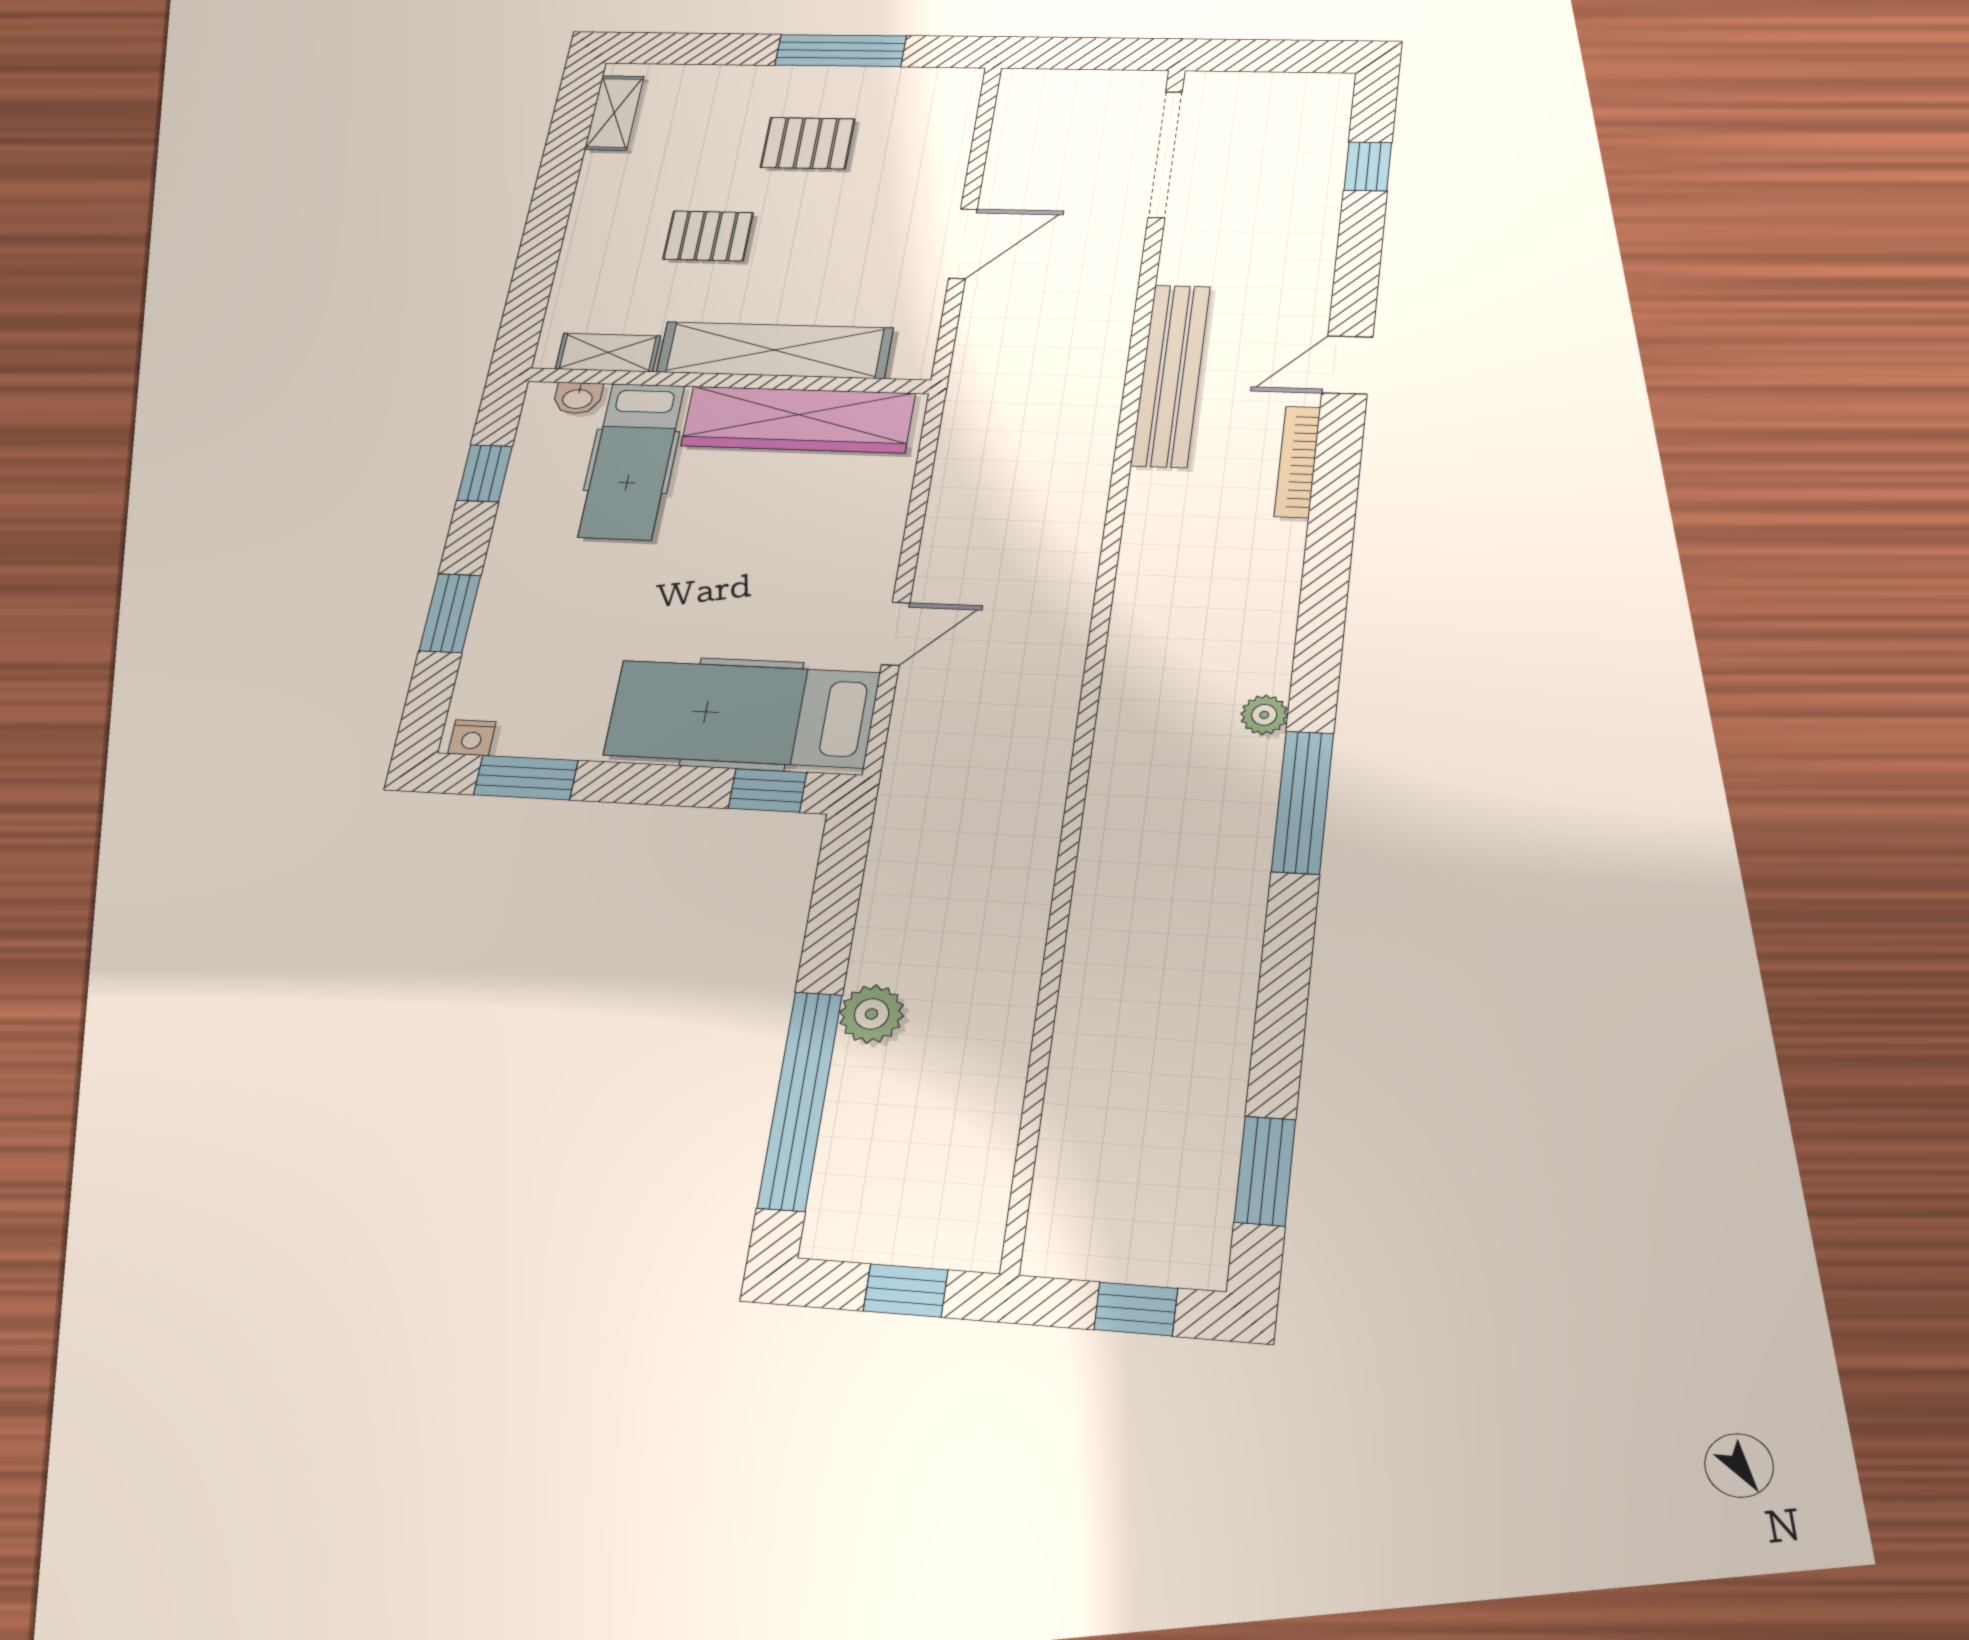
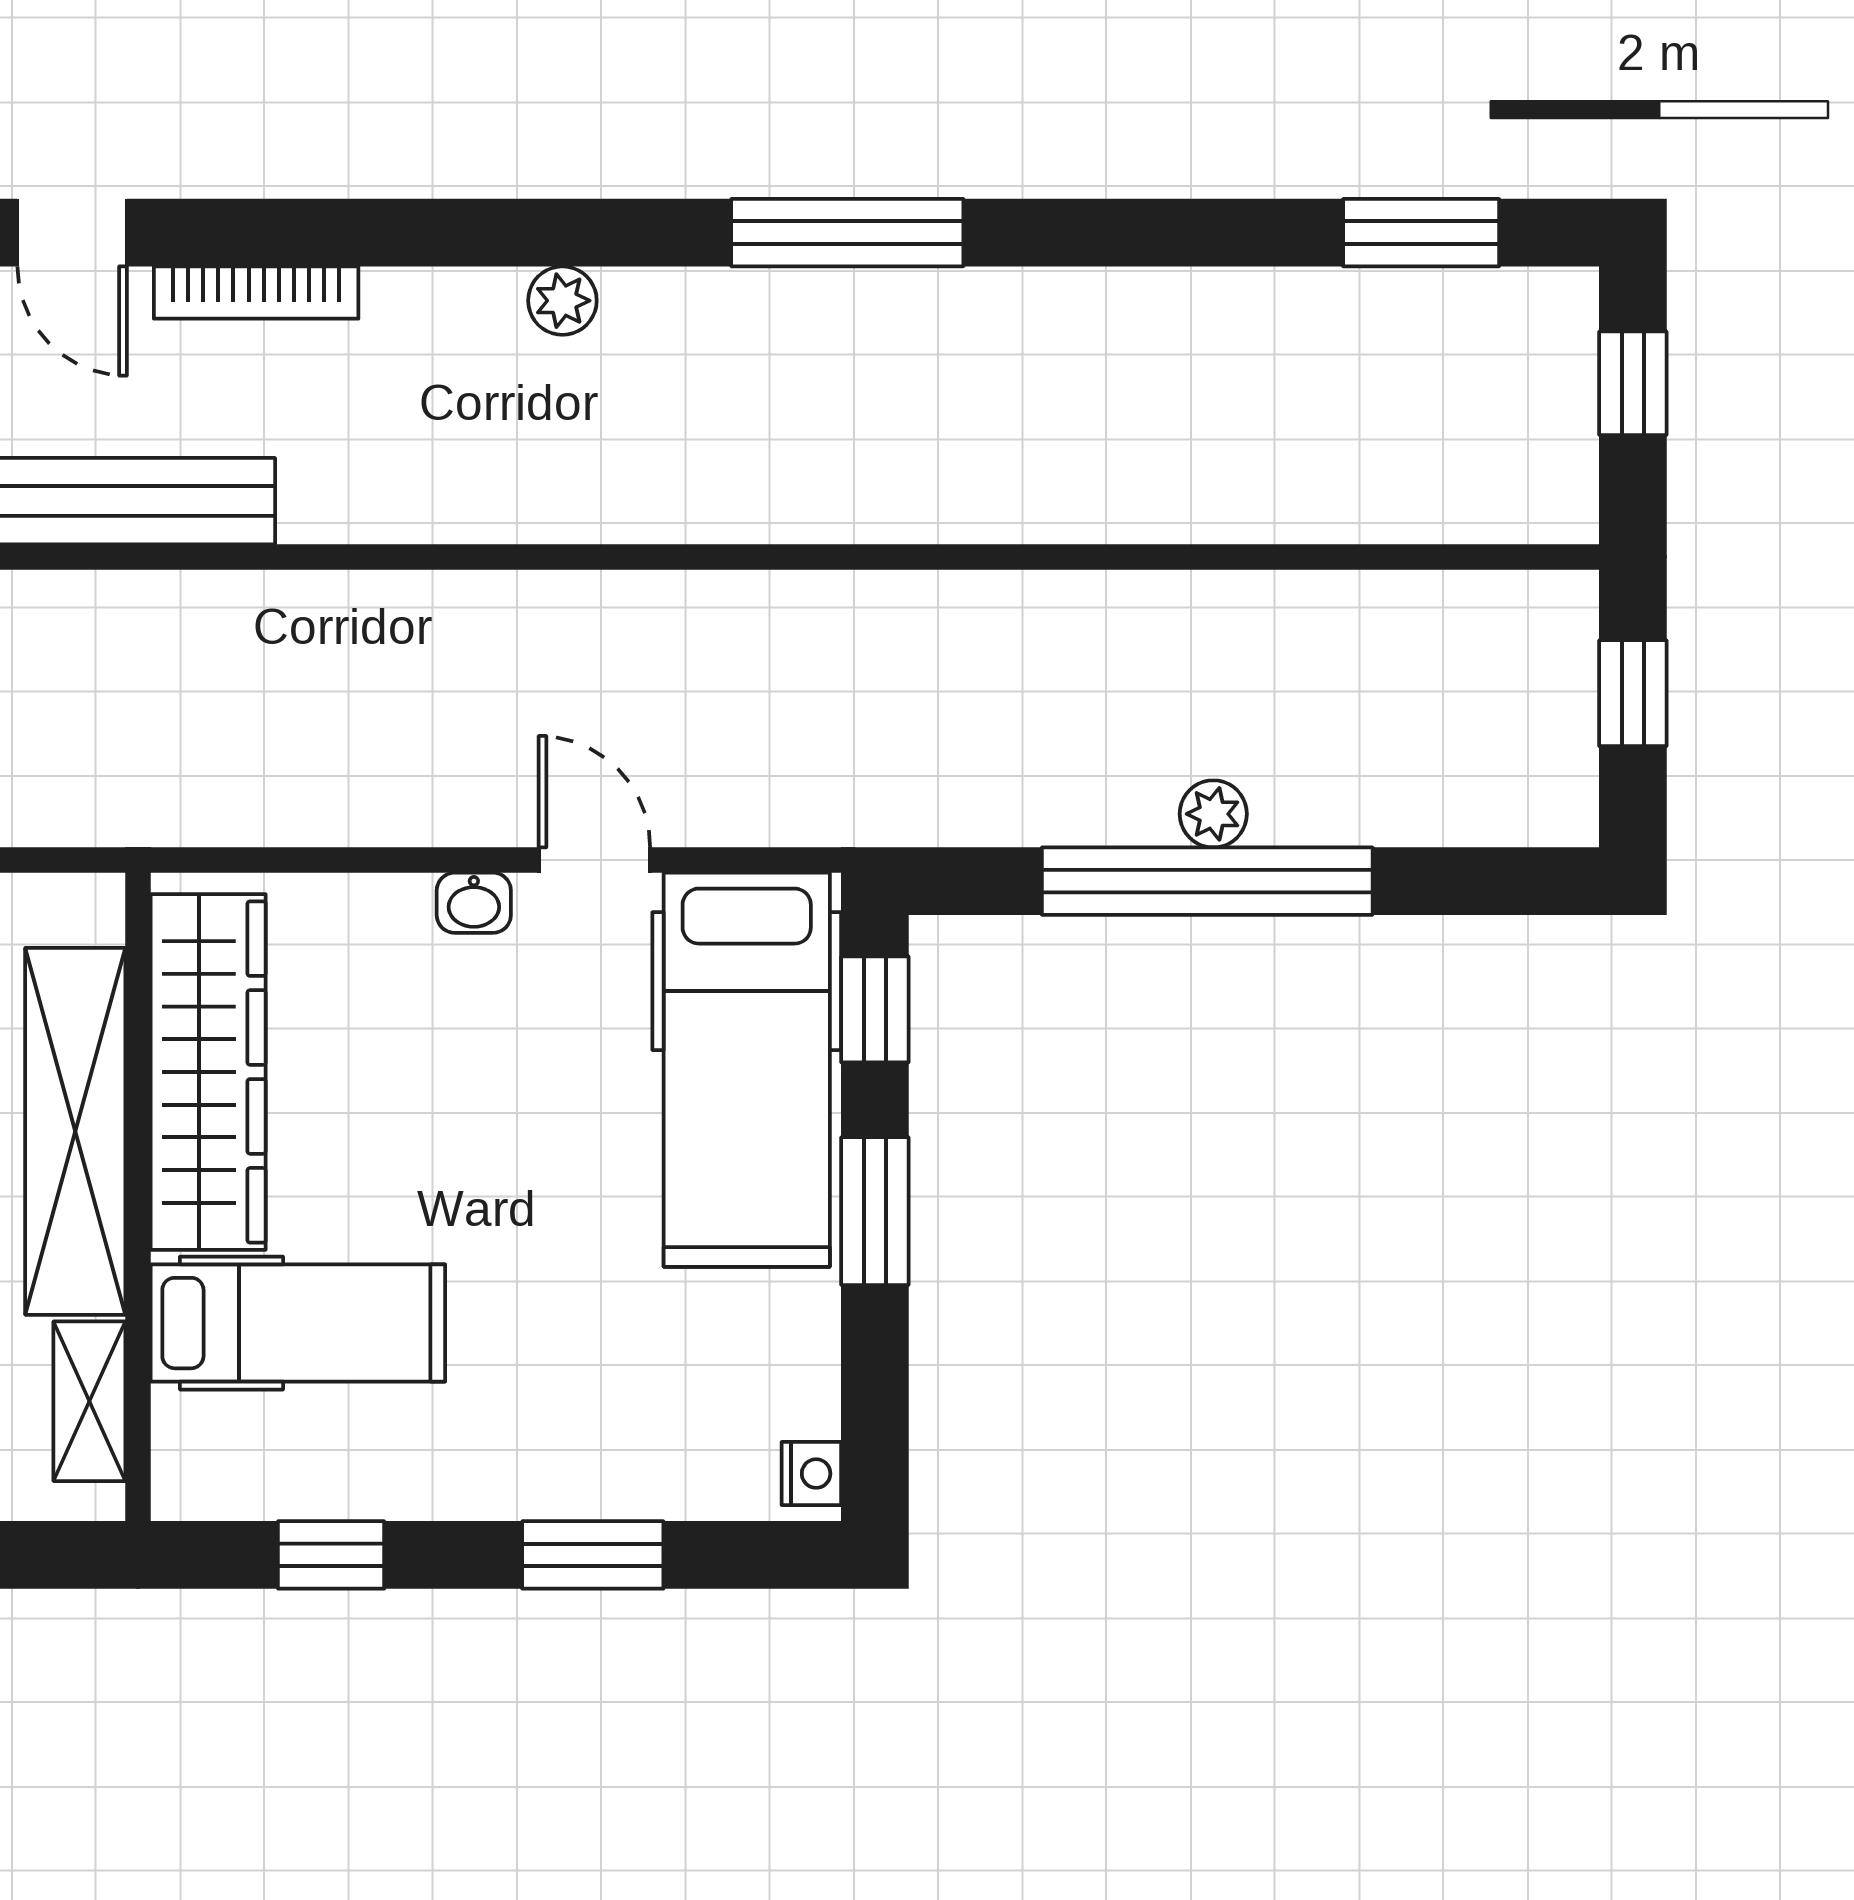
washbasin: (578, 398) -> (474, 903), moved, turned 90
plant: (1264, 715) -> (562, 301), moved
window: (526, 778) -> (875, 1211), moved
plant: (872, 1014) -> (1213, 814), width x0.73, depth x0.73
window: (800, 1100) -> (1207, 881), moved

